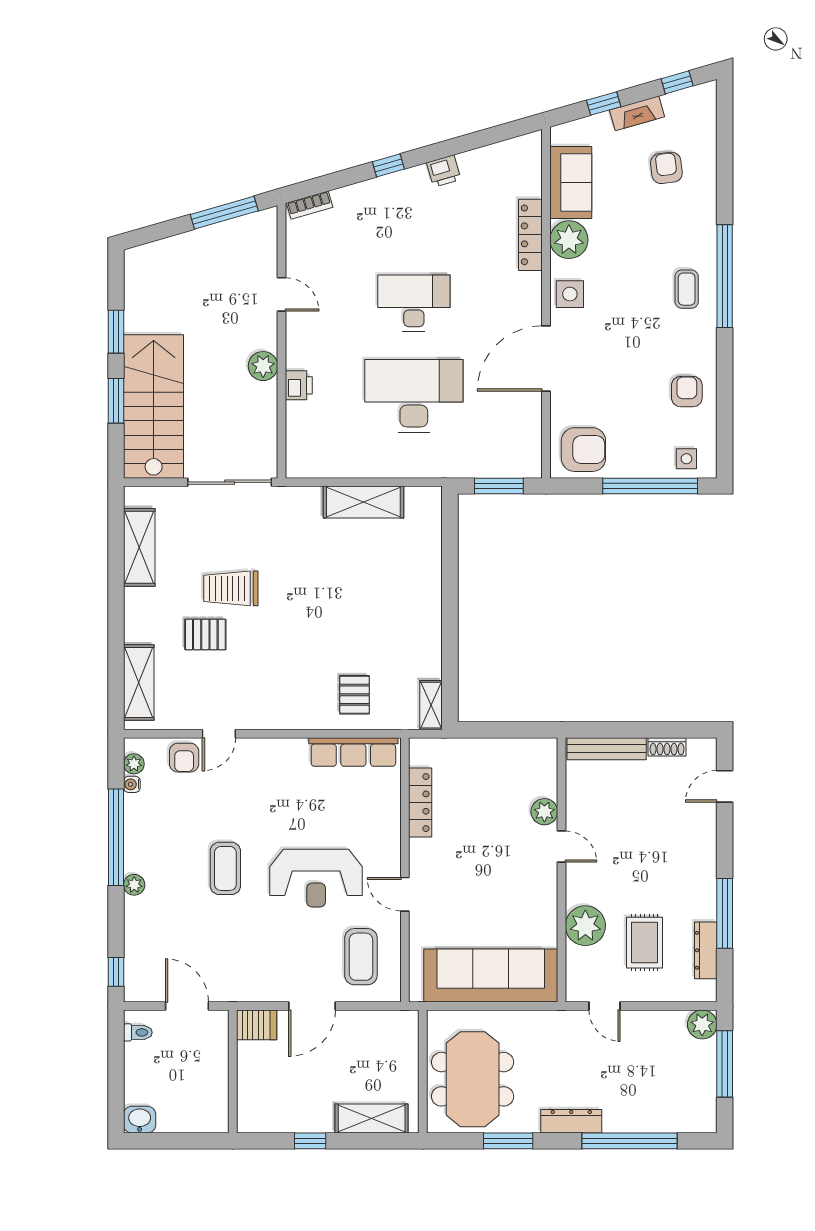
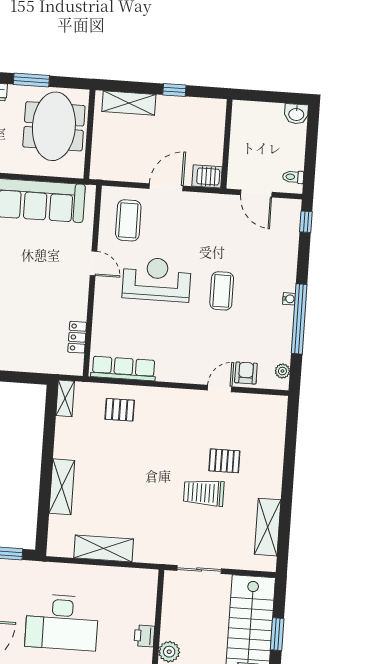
sliding door: (230, 482) -> (199, 570), width x0.73
trolley: (231, 588) -> (204, 493), turned 180
shelving: (139, 683) -> (62, 487), moved
pallet: (355, 695) -> (120, 410), turned 90
water cooler: (132, 784) -> (289, 299), moved
locker: (420, 803) -> (77, 337), width x0.66
plant: (134, 885) -> (288, 284), removed

